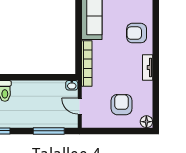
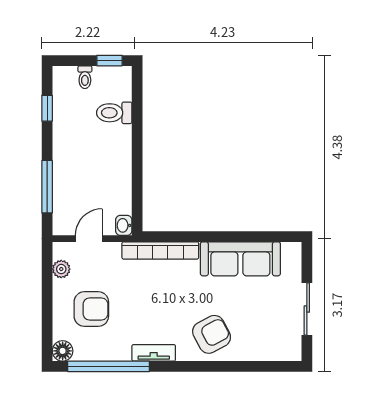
armchair: (137, 33) -> (212, 334), turned 62
window: (156, 94) -> (109, 366), added
plant: (98, 122) -> (61, 269), added

